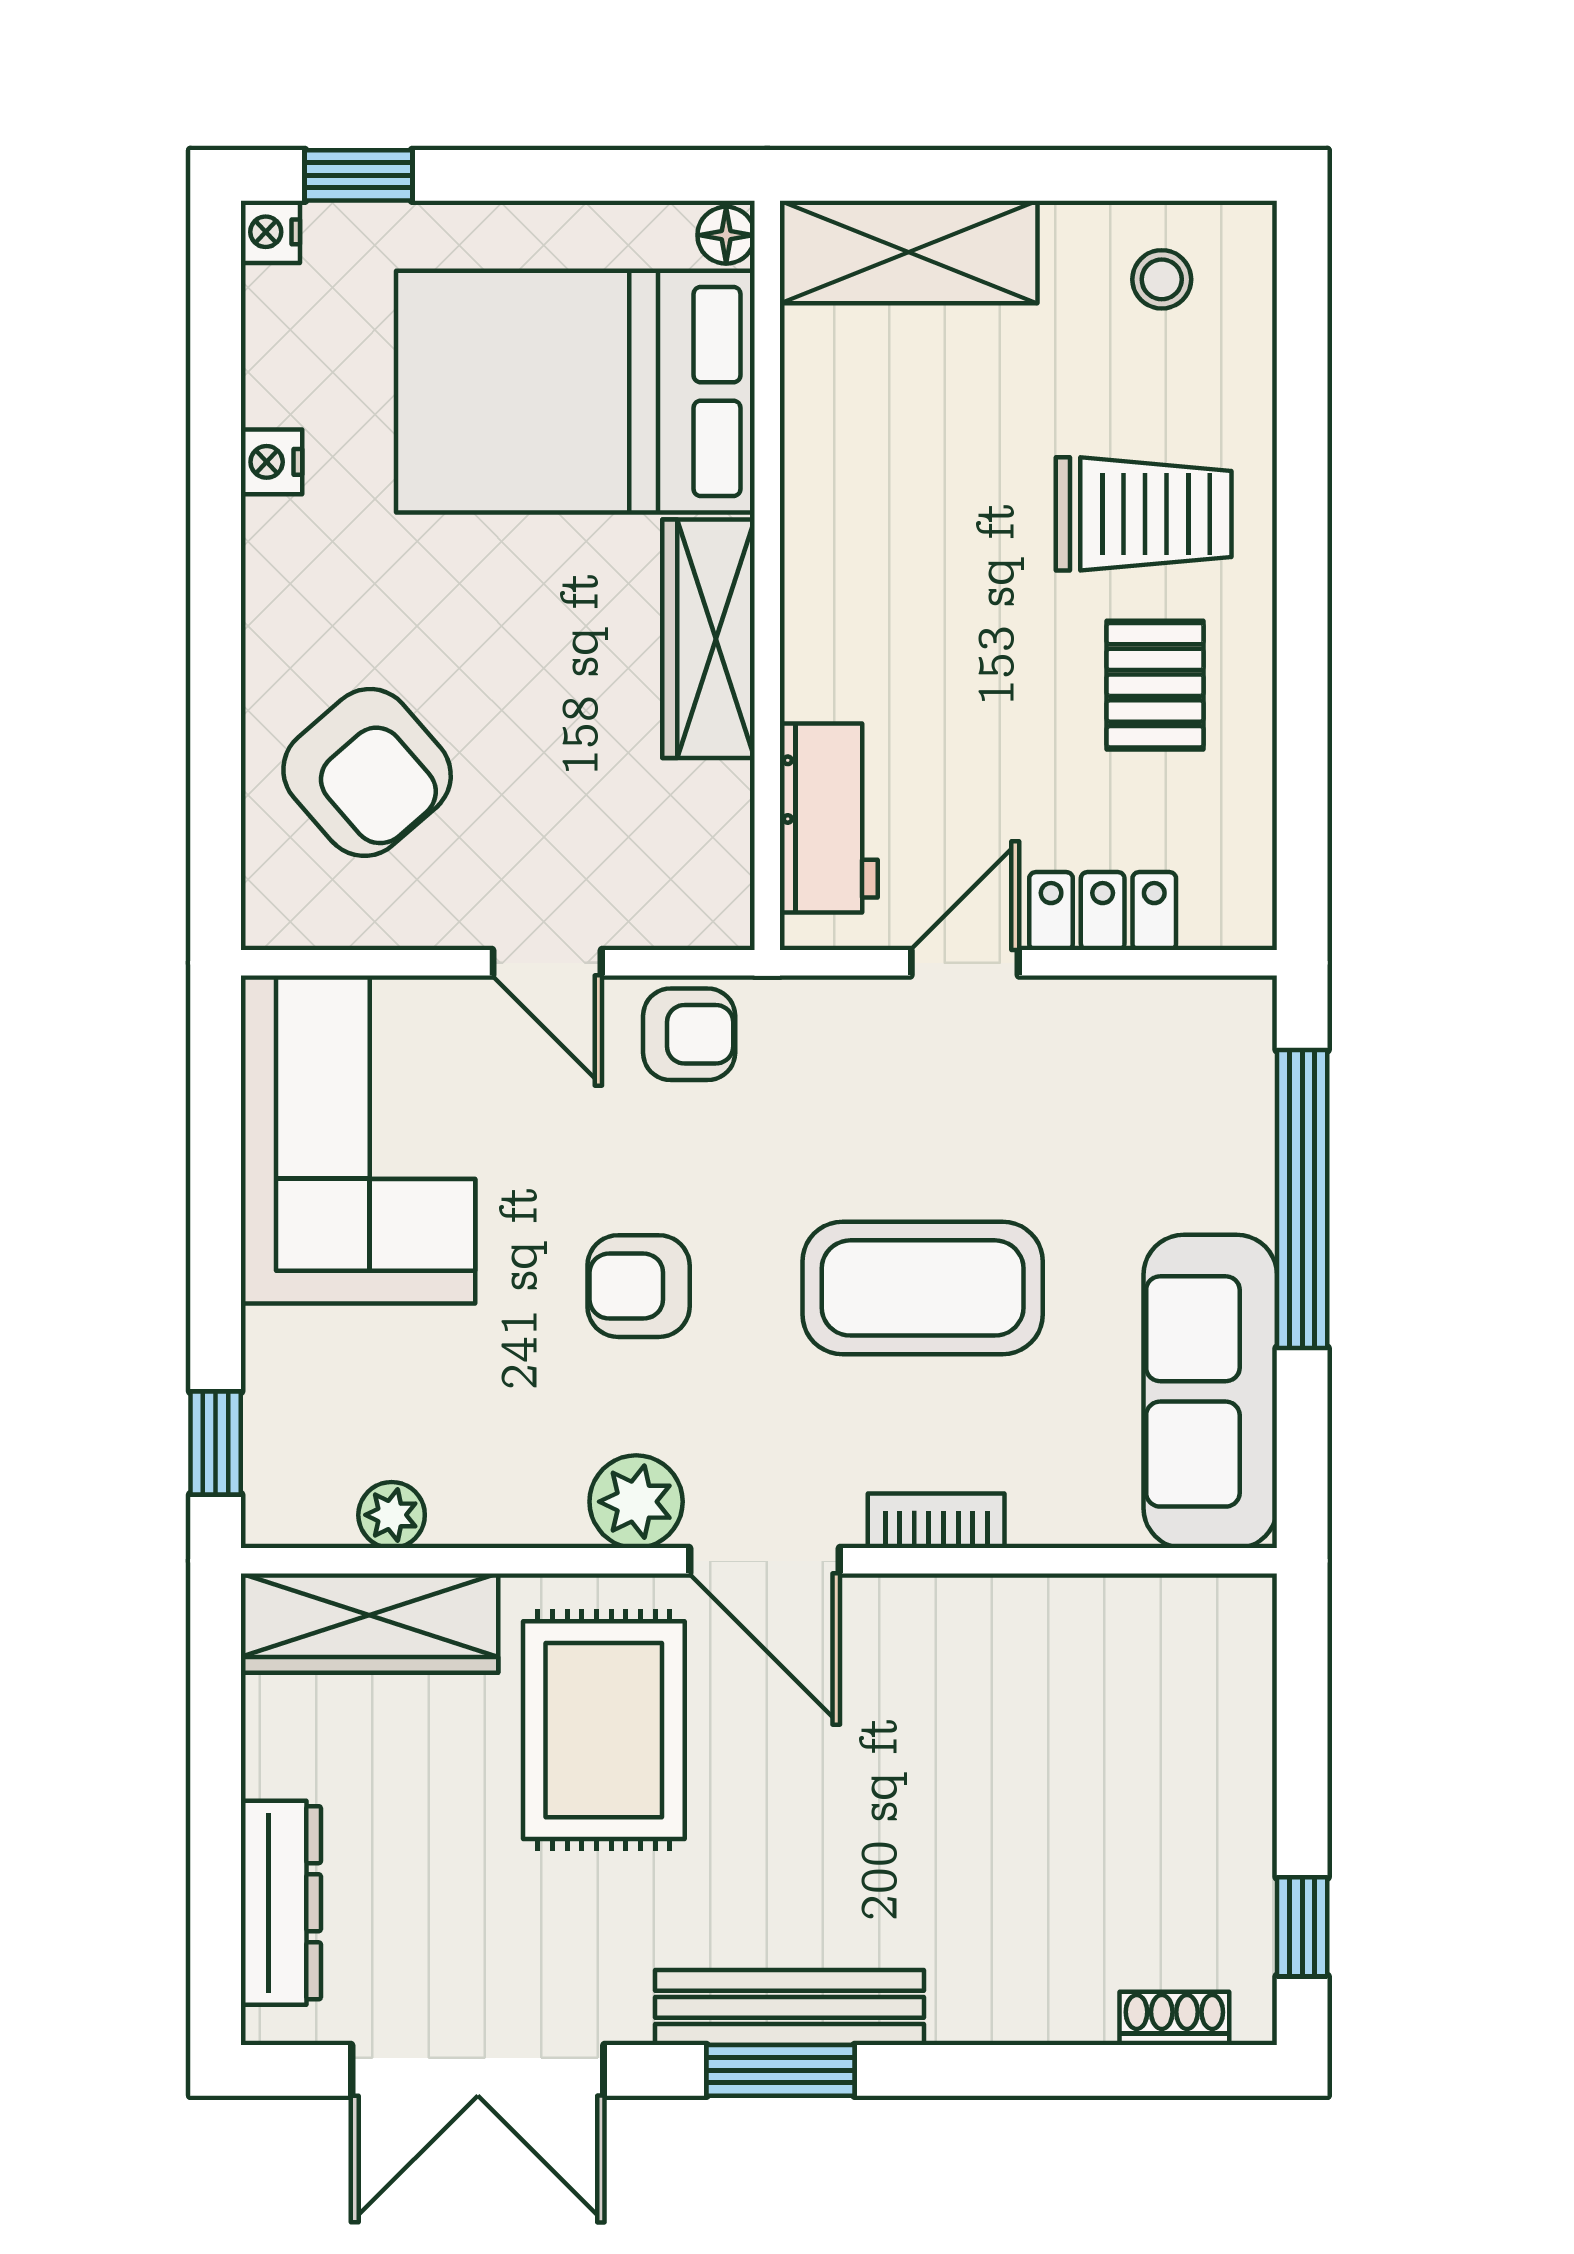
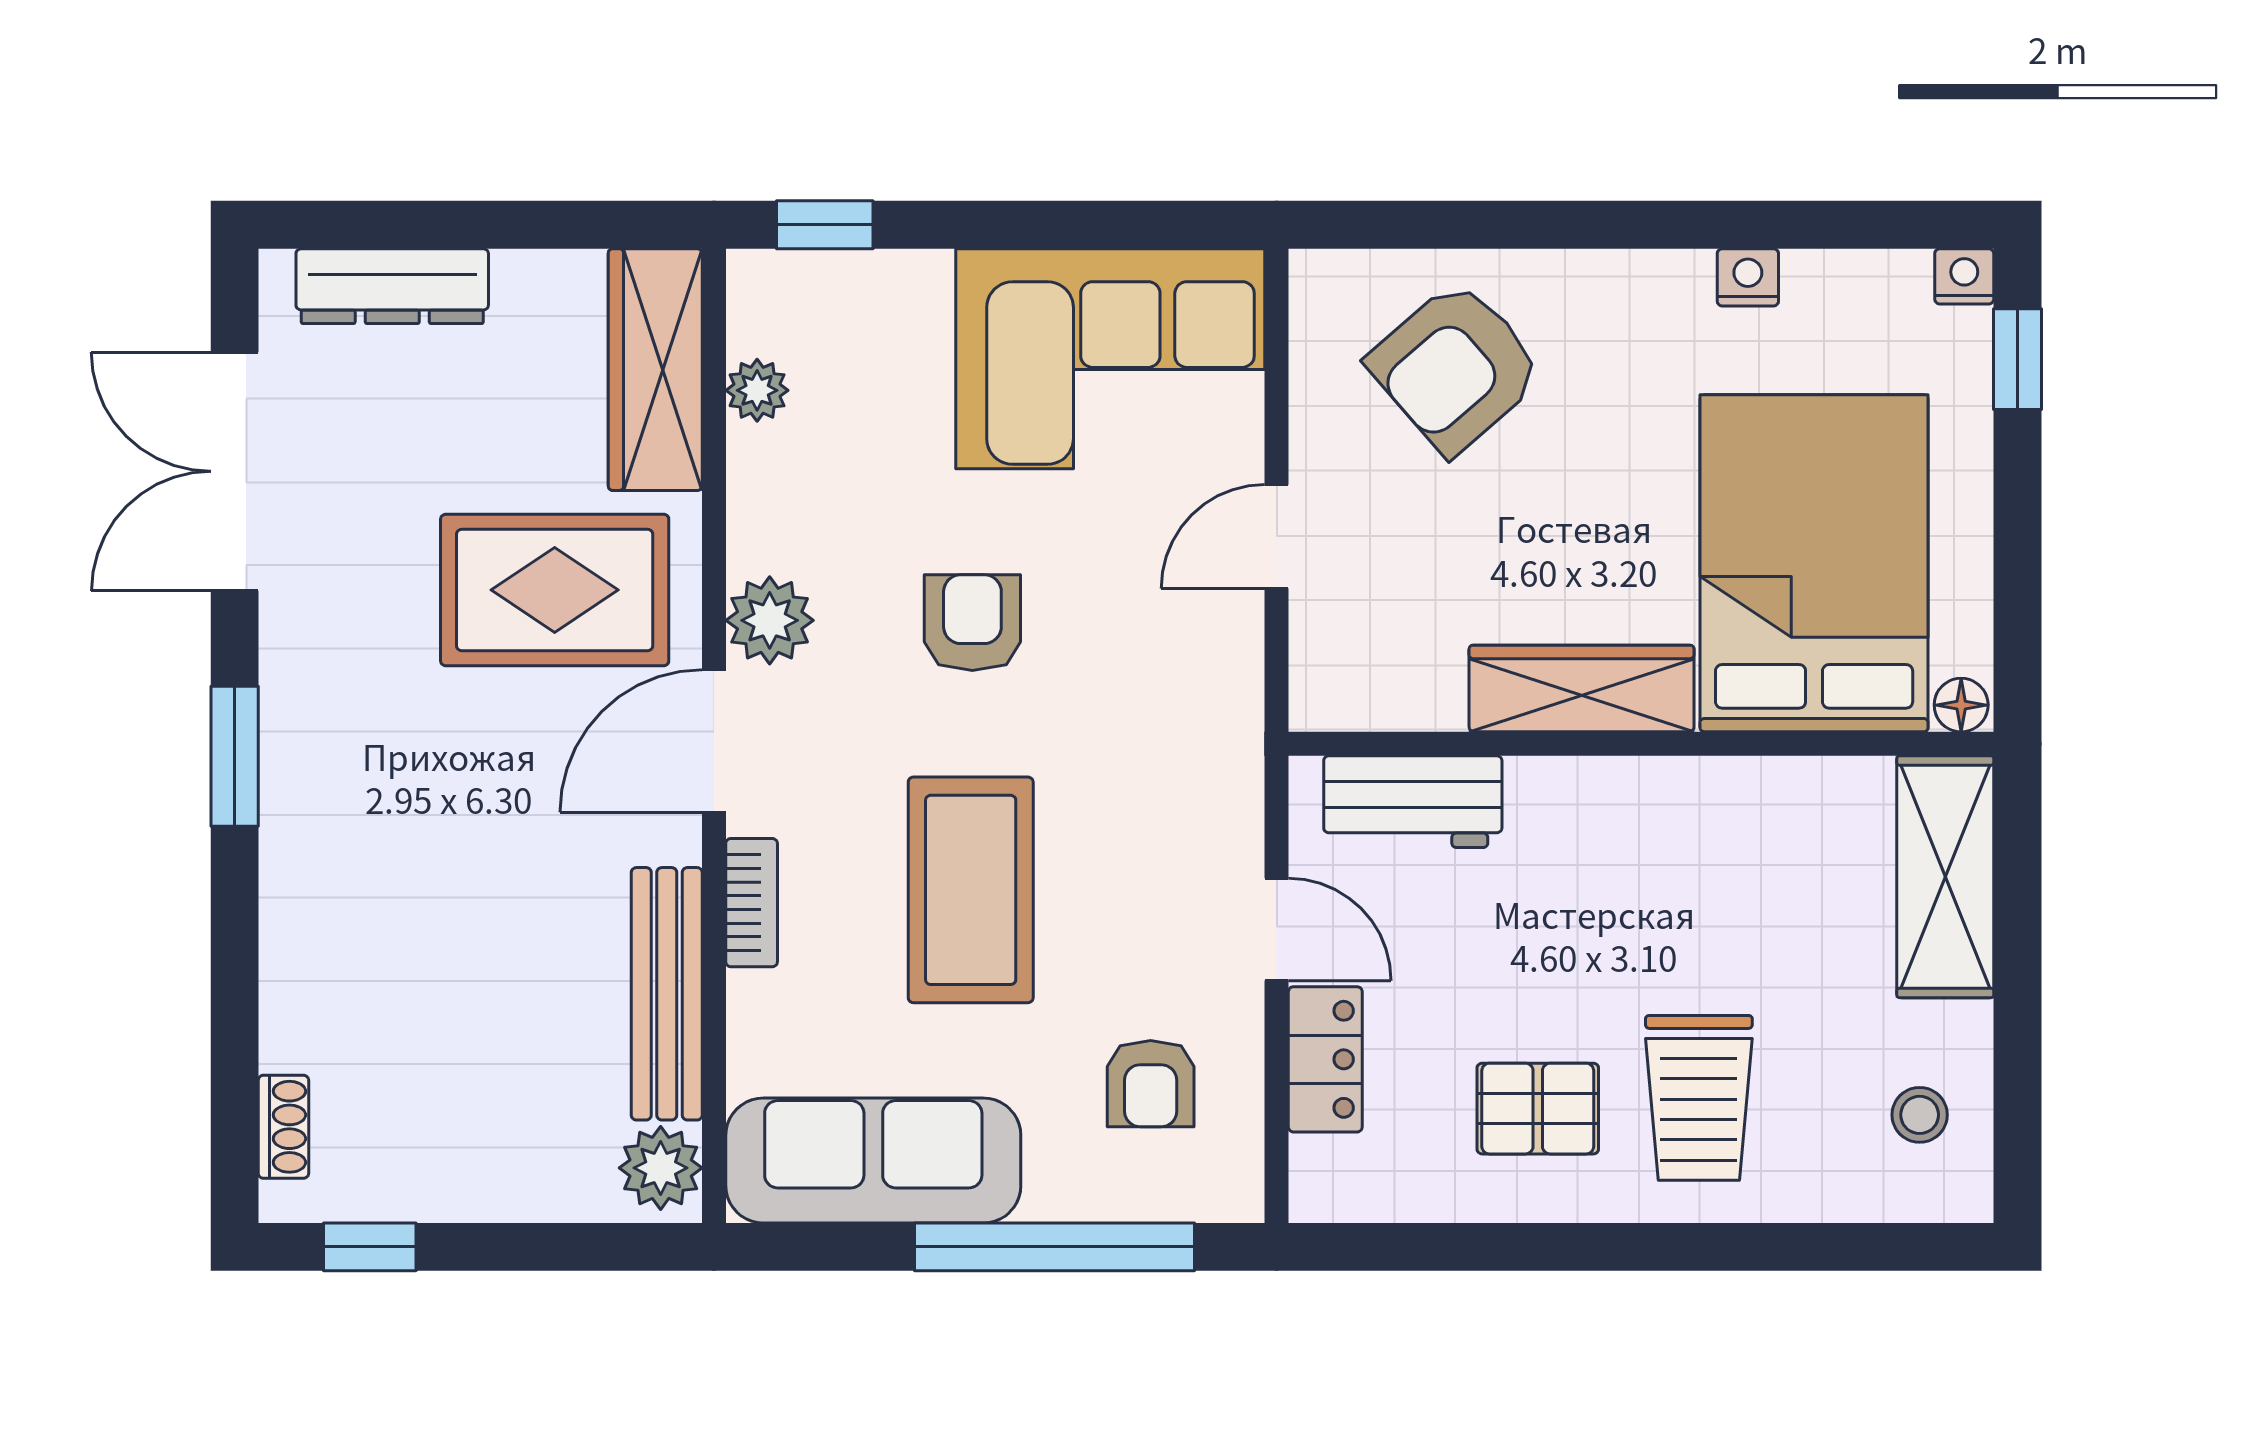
armchair: (689, 1034) -> (1151, 1084), moved
plant: (1218, 1618) -> (661, 1168), added
bench: (789, 2007) -> (667, 994), moved

